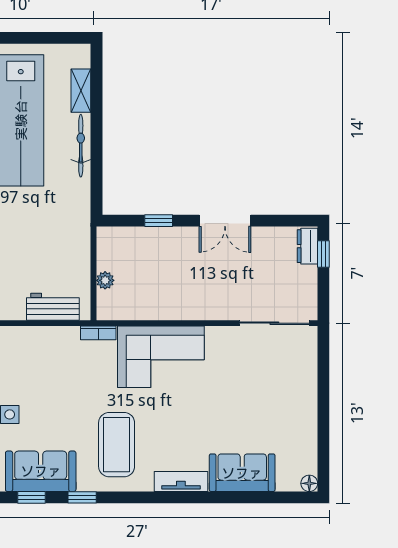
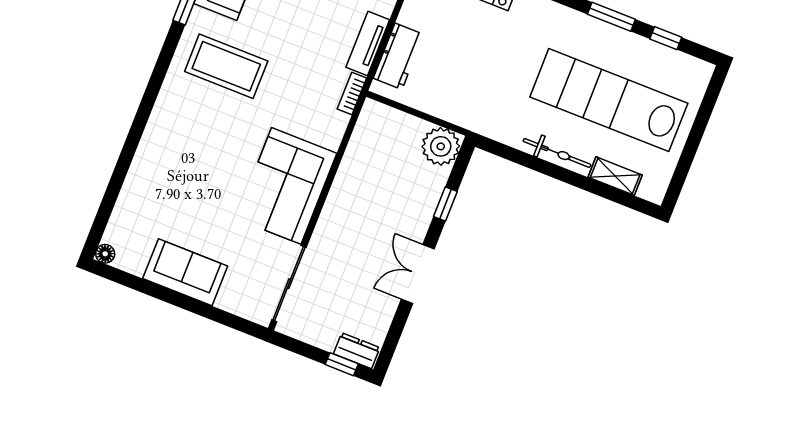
plant: (105, 280) -> (441, 146), moved, width x1.88, depth x1.88
corner sofa: (161, 357) -> (286, 186), moved
sofa: (242, 473) -> (185, 272), moved, turned -90
tv unit: (181, 481) -> (368, 44), moved, turned 180

